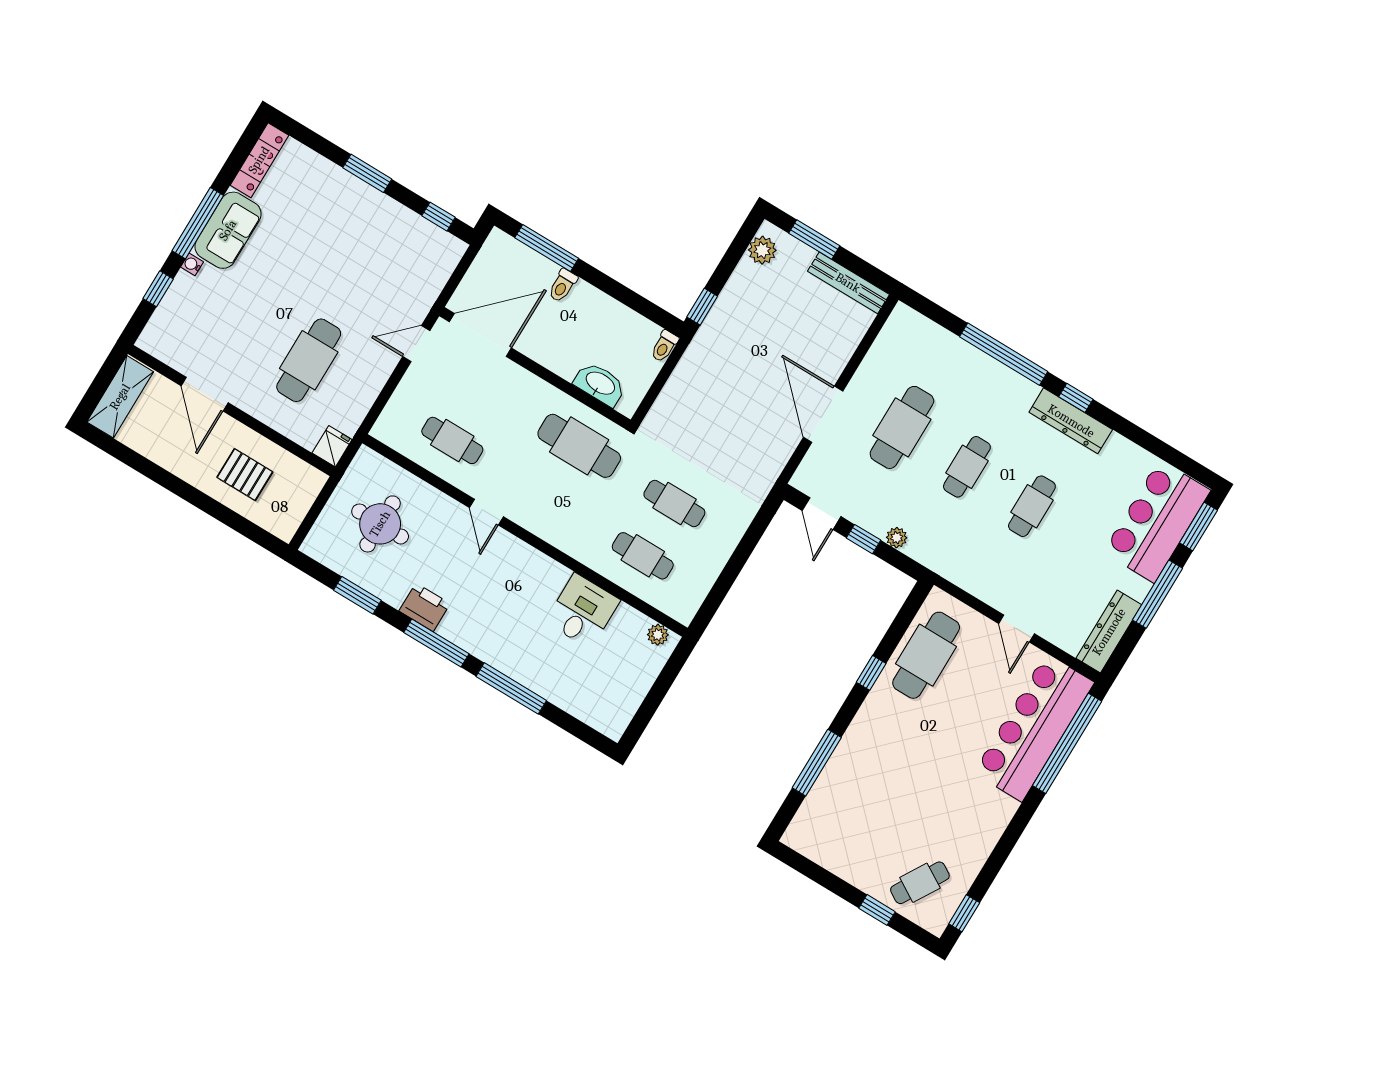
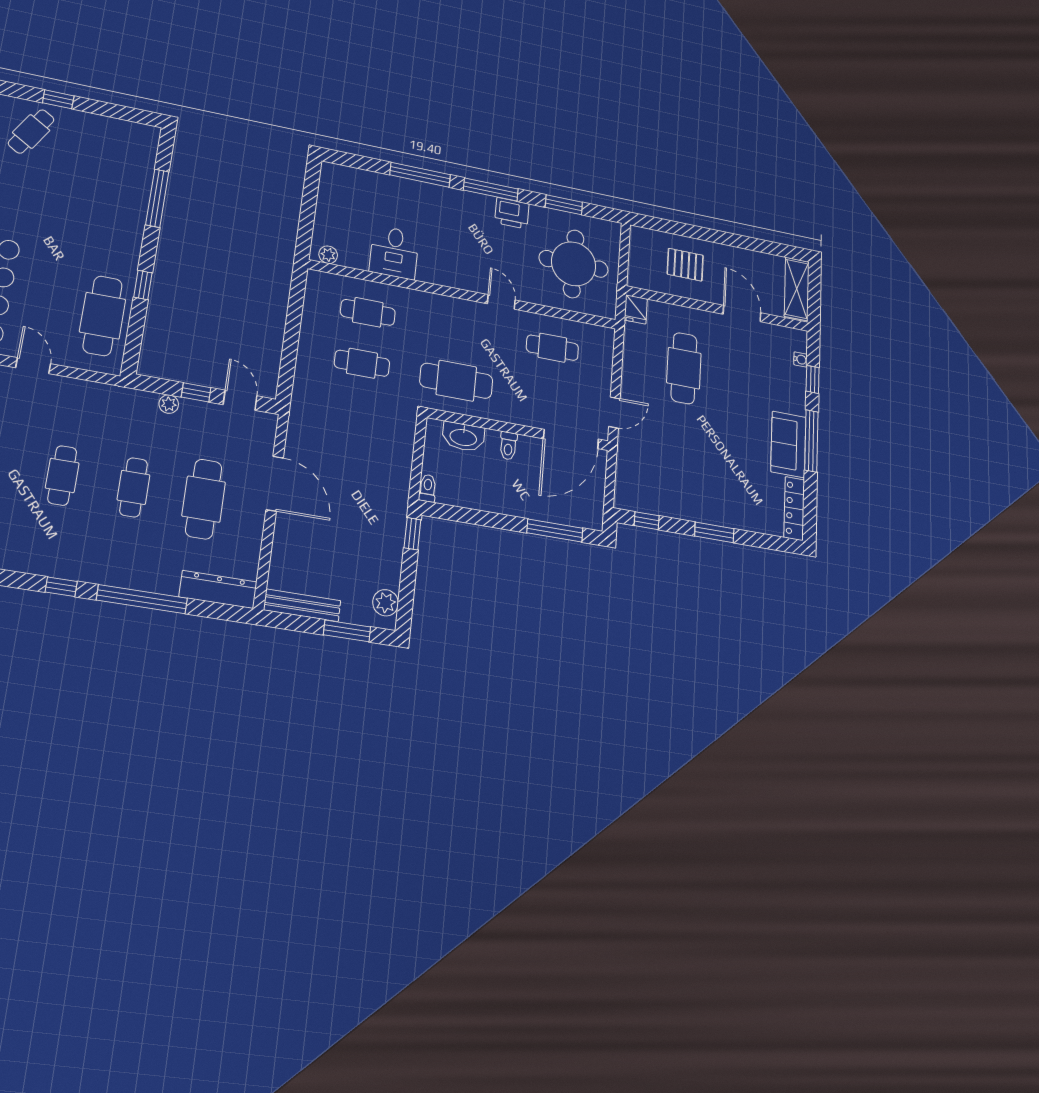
water cooler: (192, 264) -> (800, 359), moved
toilet: (563, 285) -> (508, 446), moved, turned 180
dresser: (1071, 421) -> (218, 589), moved
round table: (380, 524) -> (574, 264), width x1.36, depth x1.36

